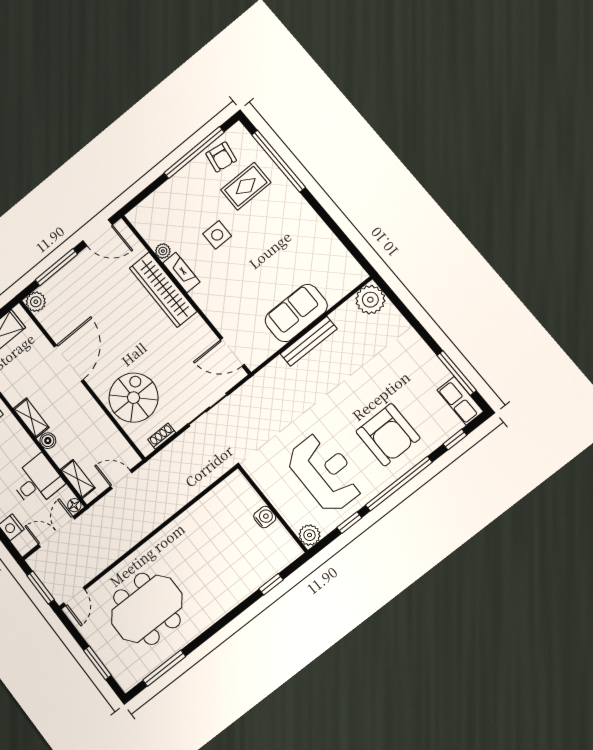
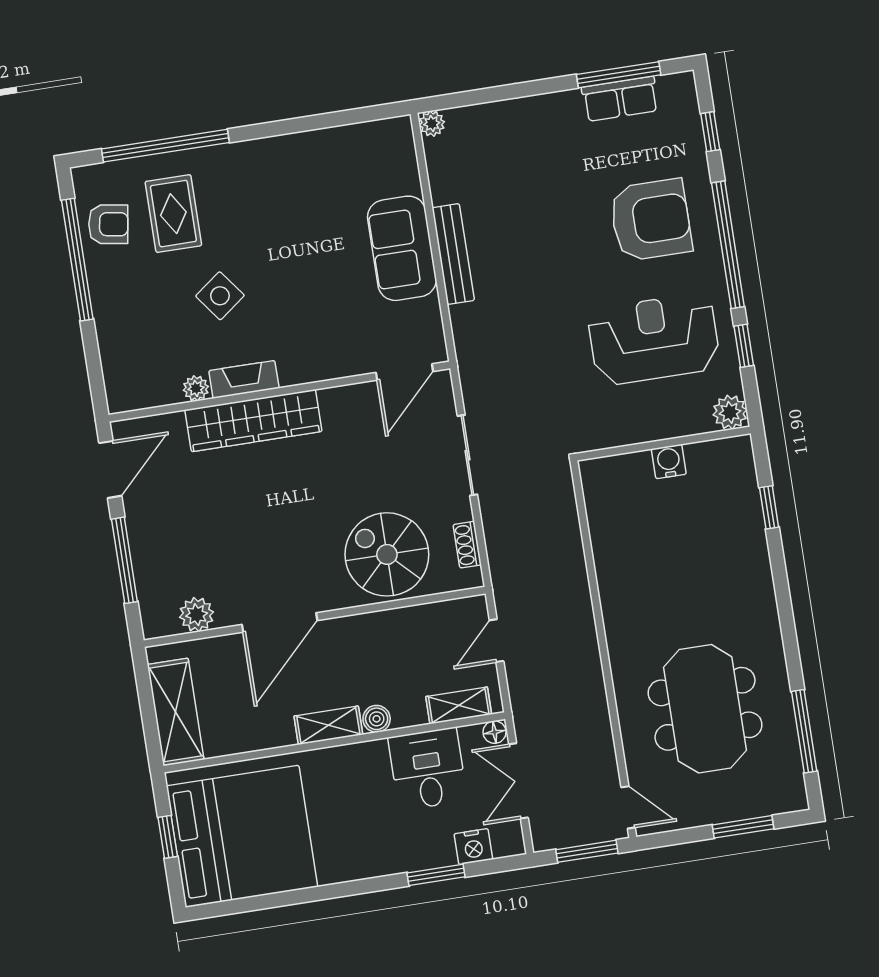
side table: (217, 235) -> (220, 296), turned -37
plant: (370, 300) -> (432, 124), width x0.53, depth x0.53
plant: (36, 302) -> (197, 615), moved
door: (69, 363) -> (280, 622), swing flipped
row of seats: (460, 401) -> (620, 99), moved

